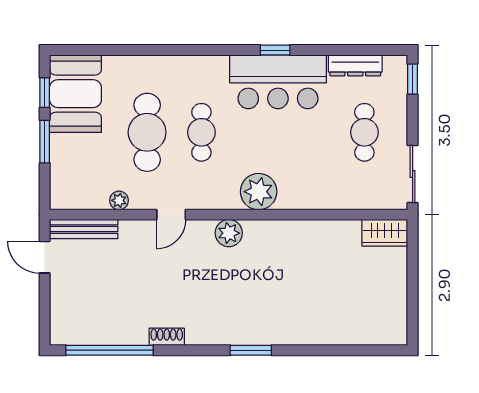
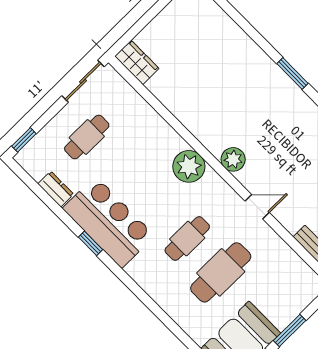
dresser: (355, 65) -> (56, 189), width x0.70
plant: (119, 200) -> (280, 248), removed

